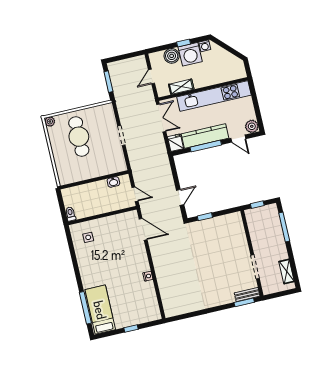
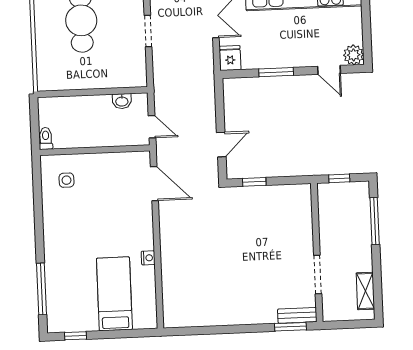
kitchen counter: (205, 136) -> (278, 56), removed
window: (206, 146) -> (276, 72), width x0.69
bed: (100, 310) -> (114, 294), moved
window: (131, 329) -> (75, 336), moved

